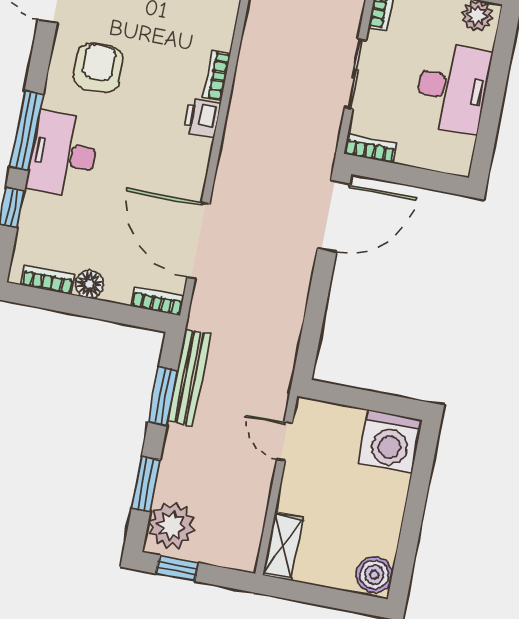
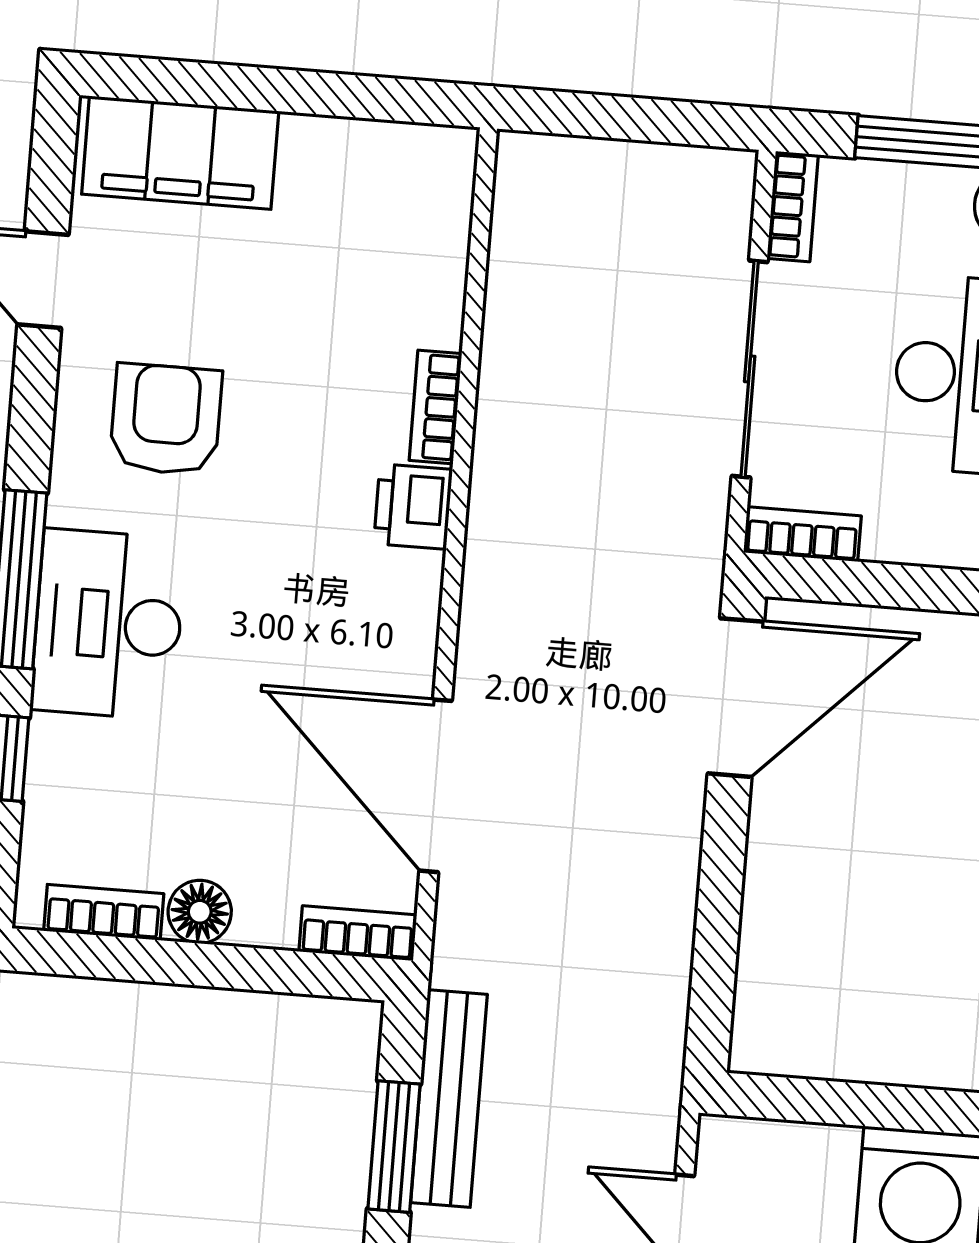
sliding door: (355, 74) -> (750, 369), width x1.37

